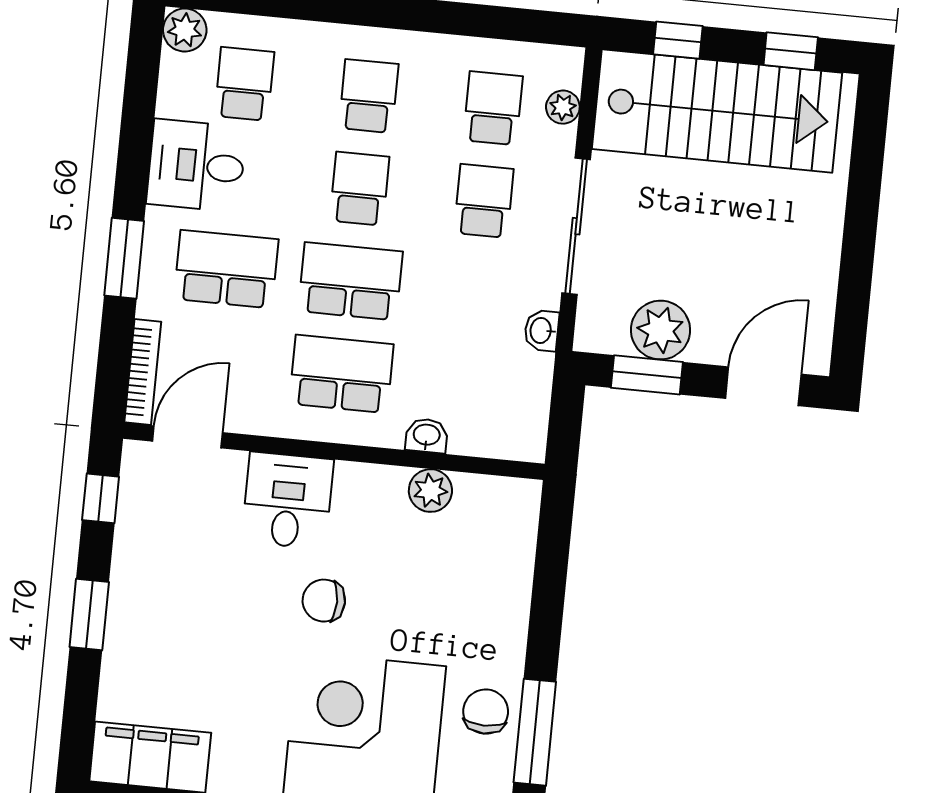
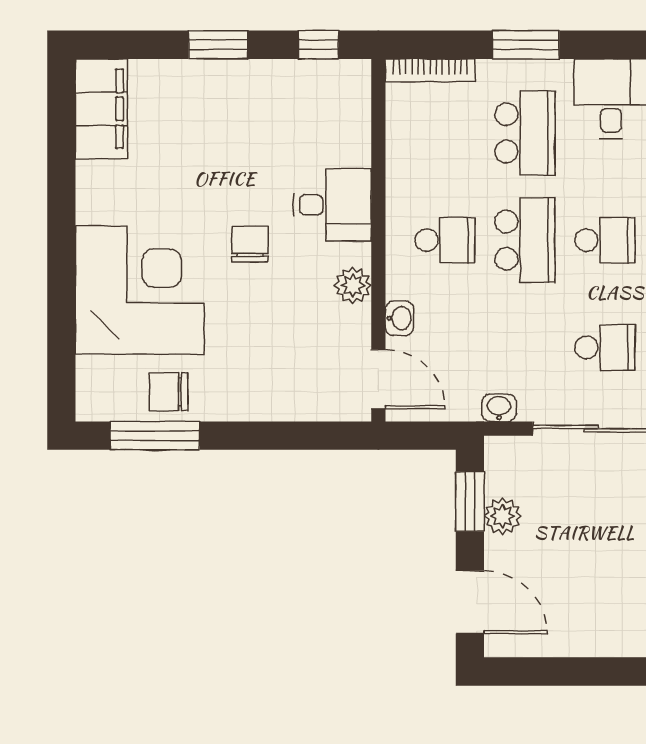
plant: (660, 330) -> (503, 516), width x0.73, depth x0.73
school desk: (341, 374) -> (445, 240), width x0.54
door: (188, 437) -> (378, 379), moved
plant: (430, 491) -> (353, 285), moved
chair: (486, 712) -> (168, 392), turned 180

